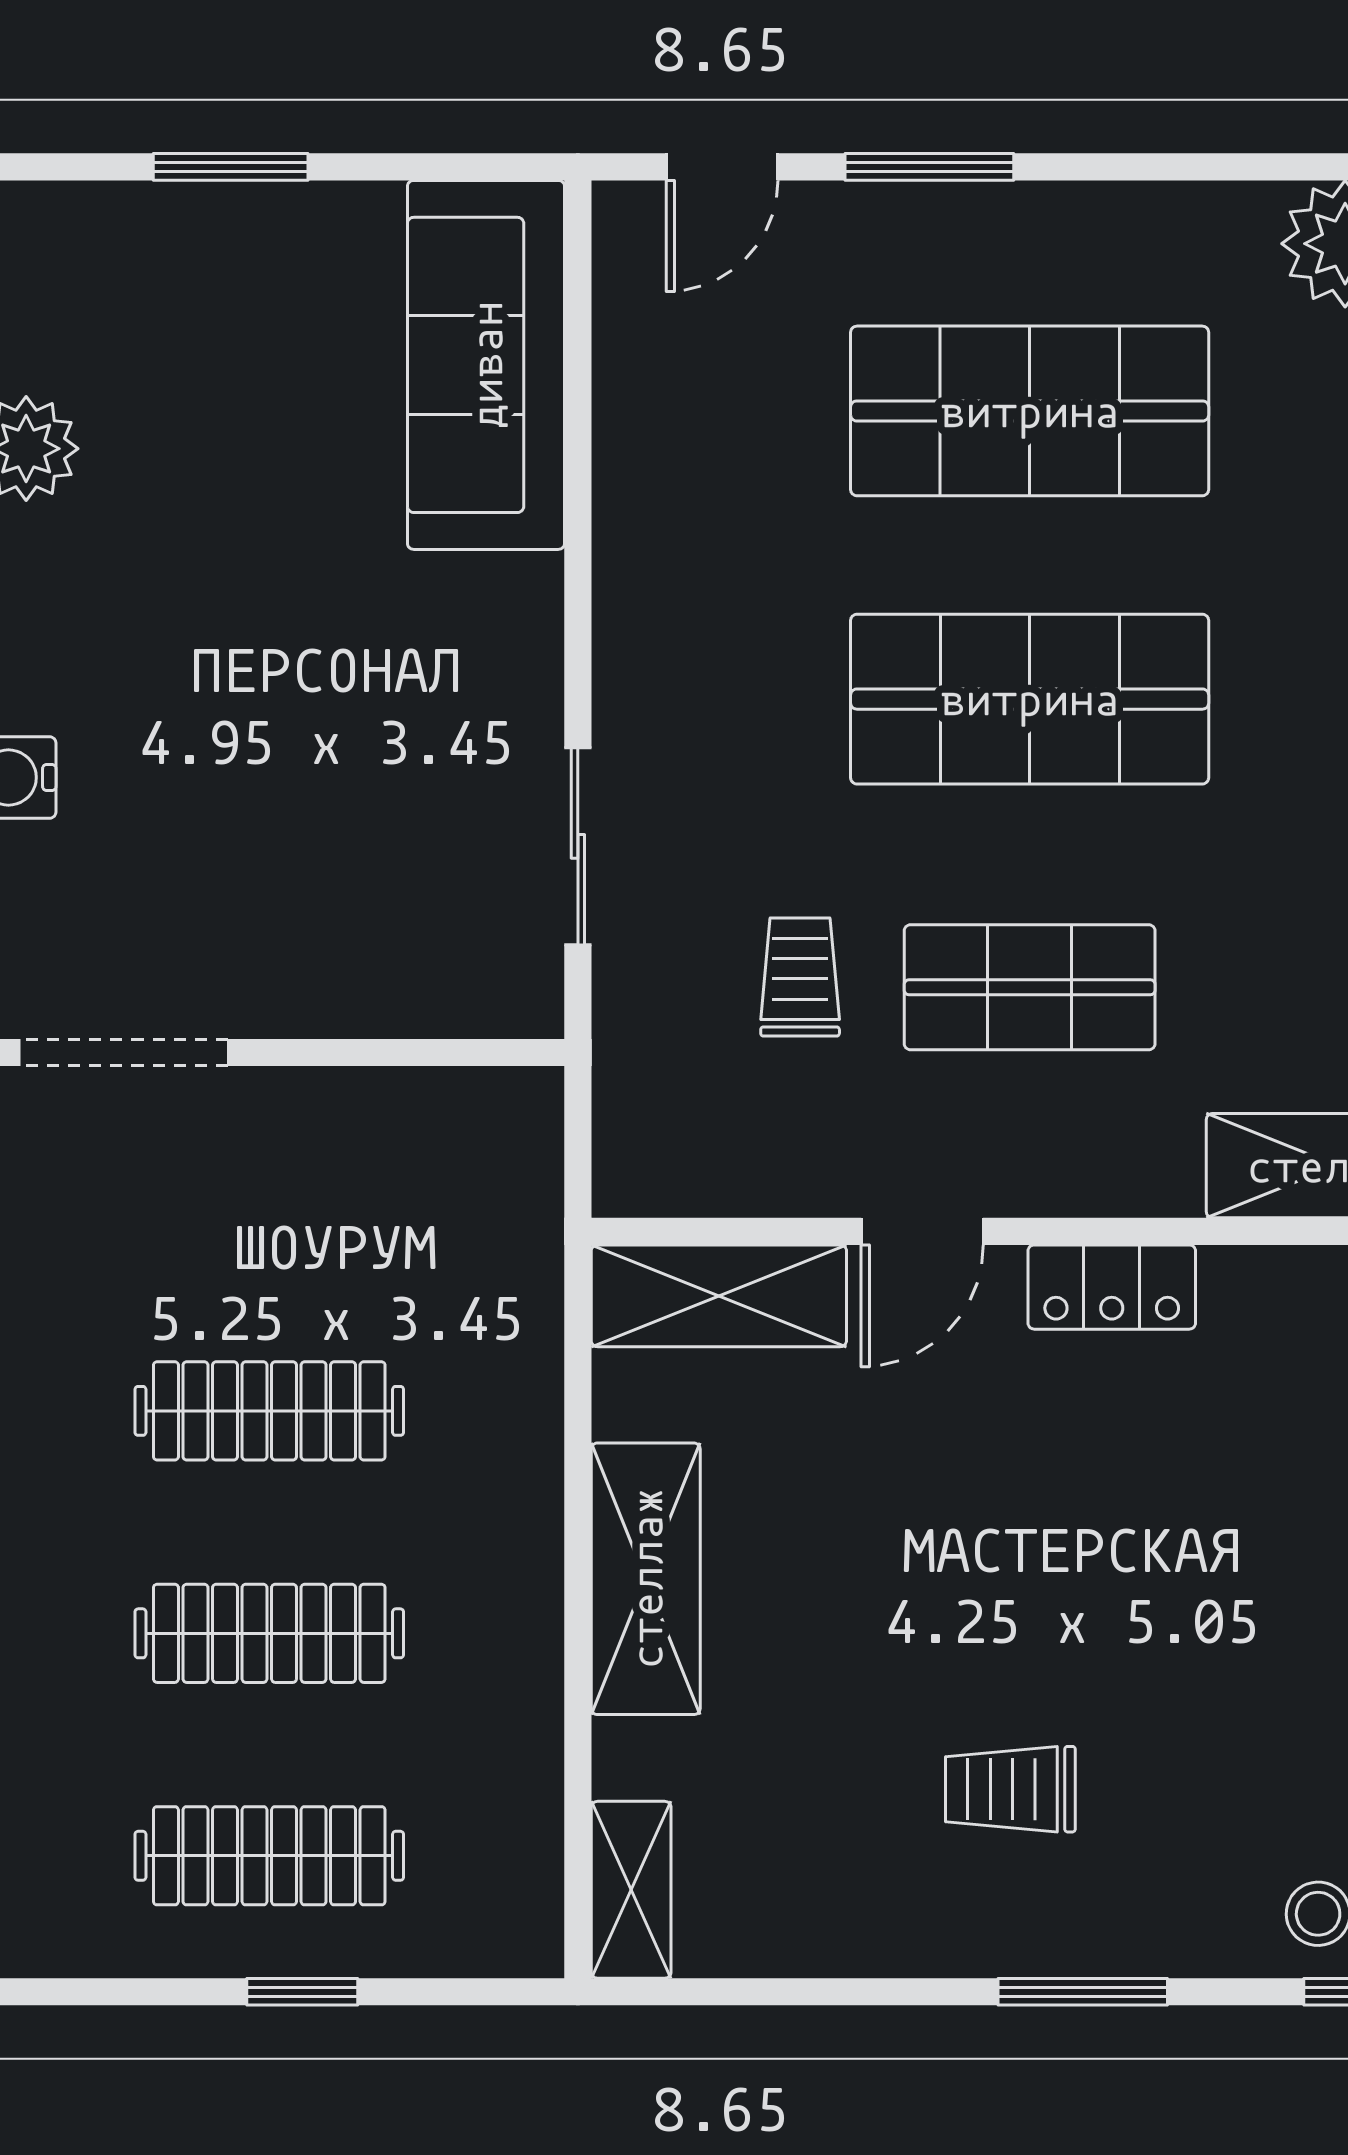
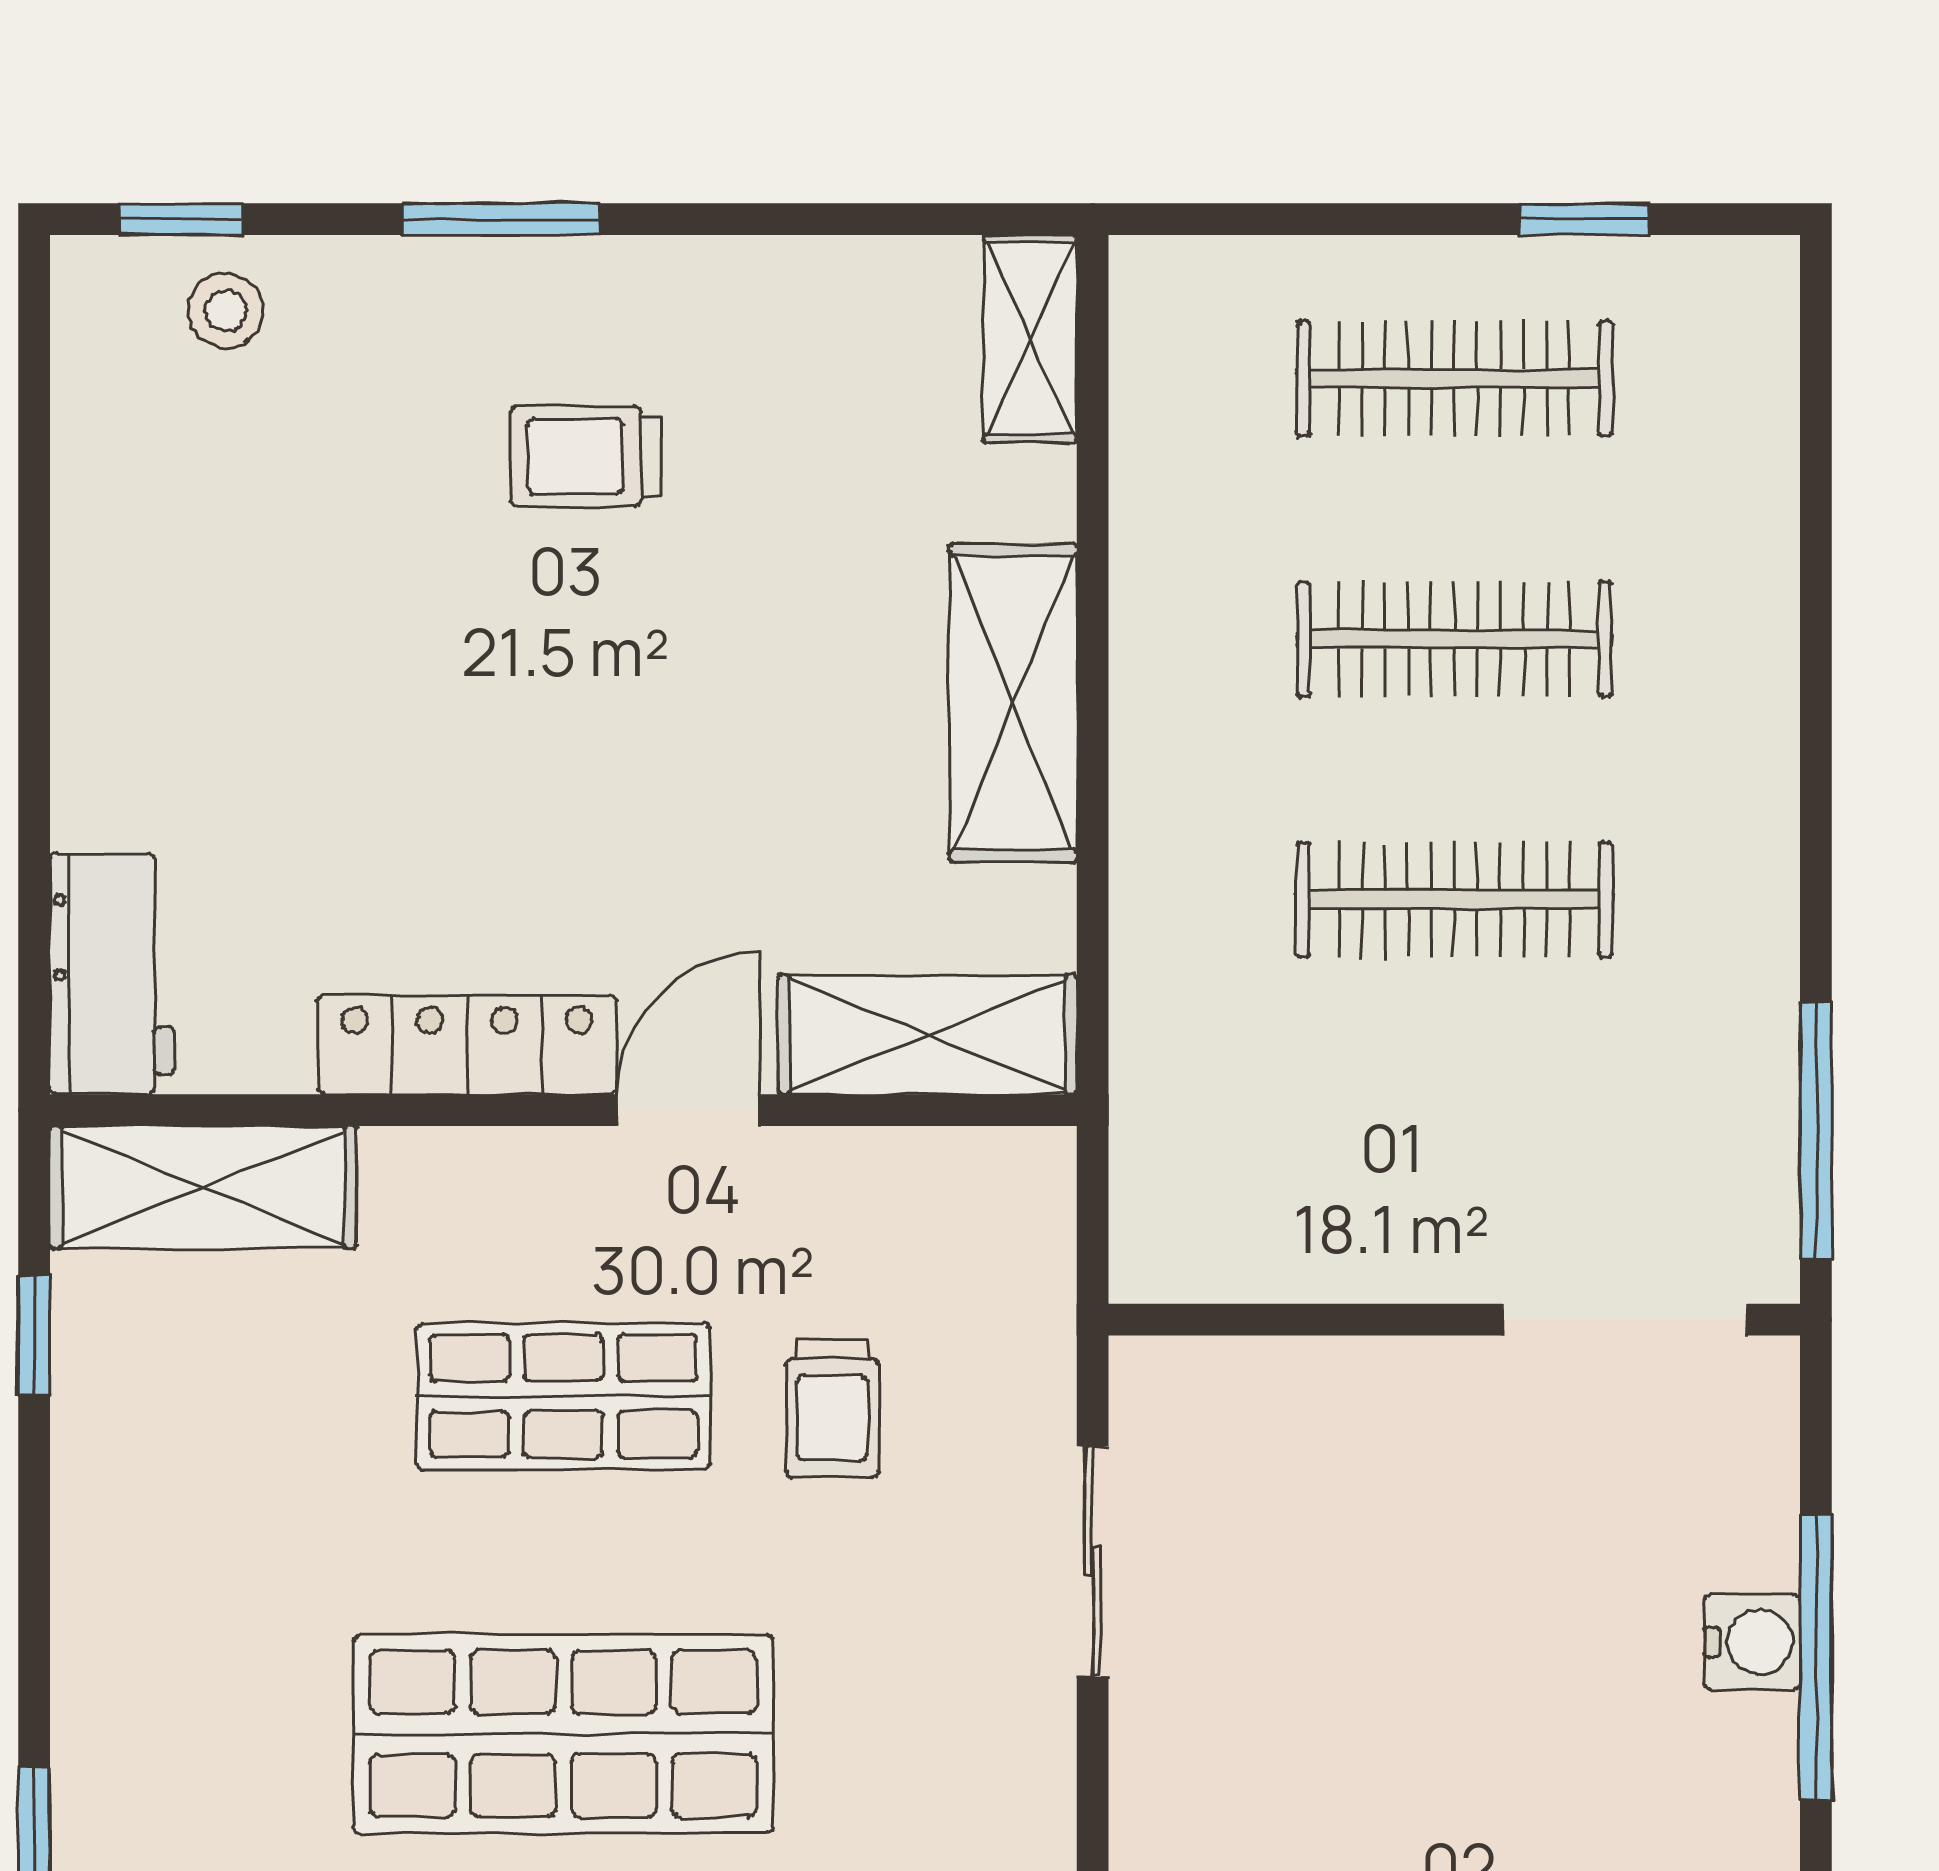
locker: (1112, 1287) -> (467, 1045), width x1.53
trolley: (1010, 1789) -> (586, 456), turned 180
window: (302, 1992) -> (1584, 219), moved

